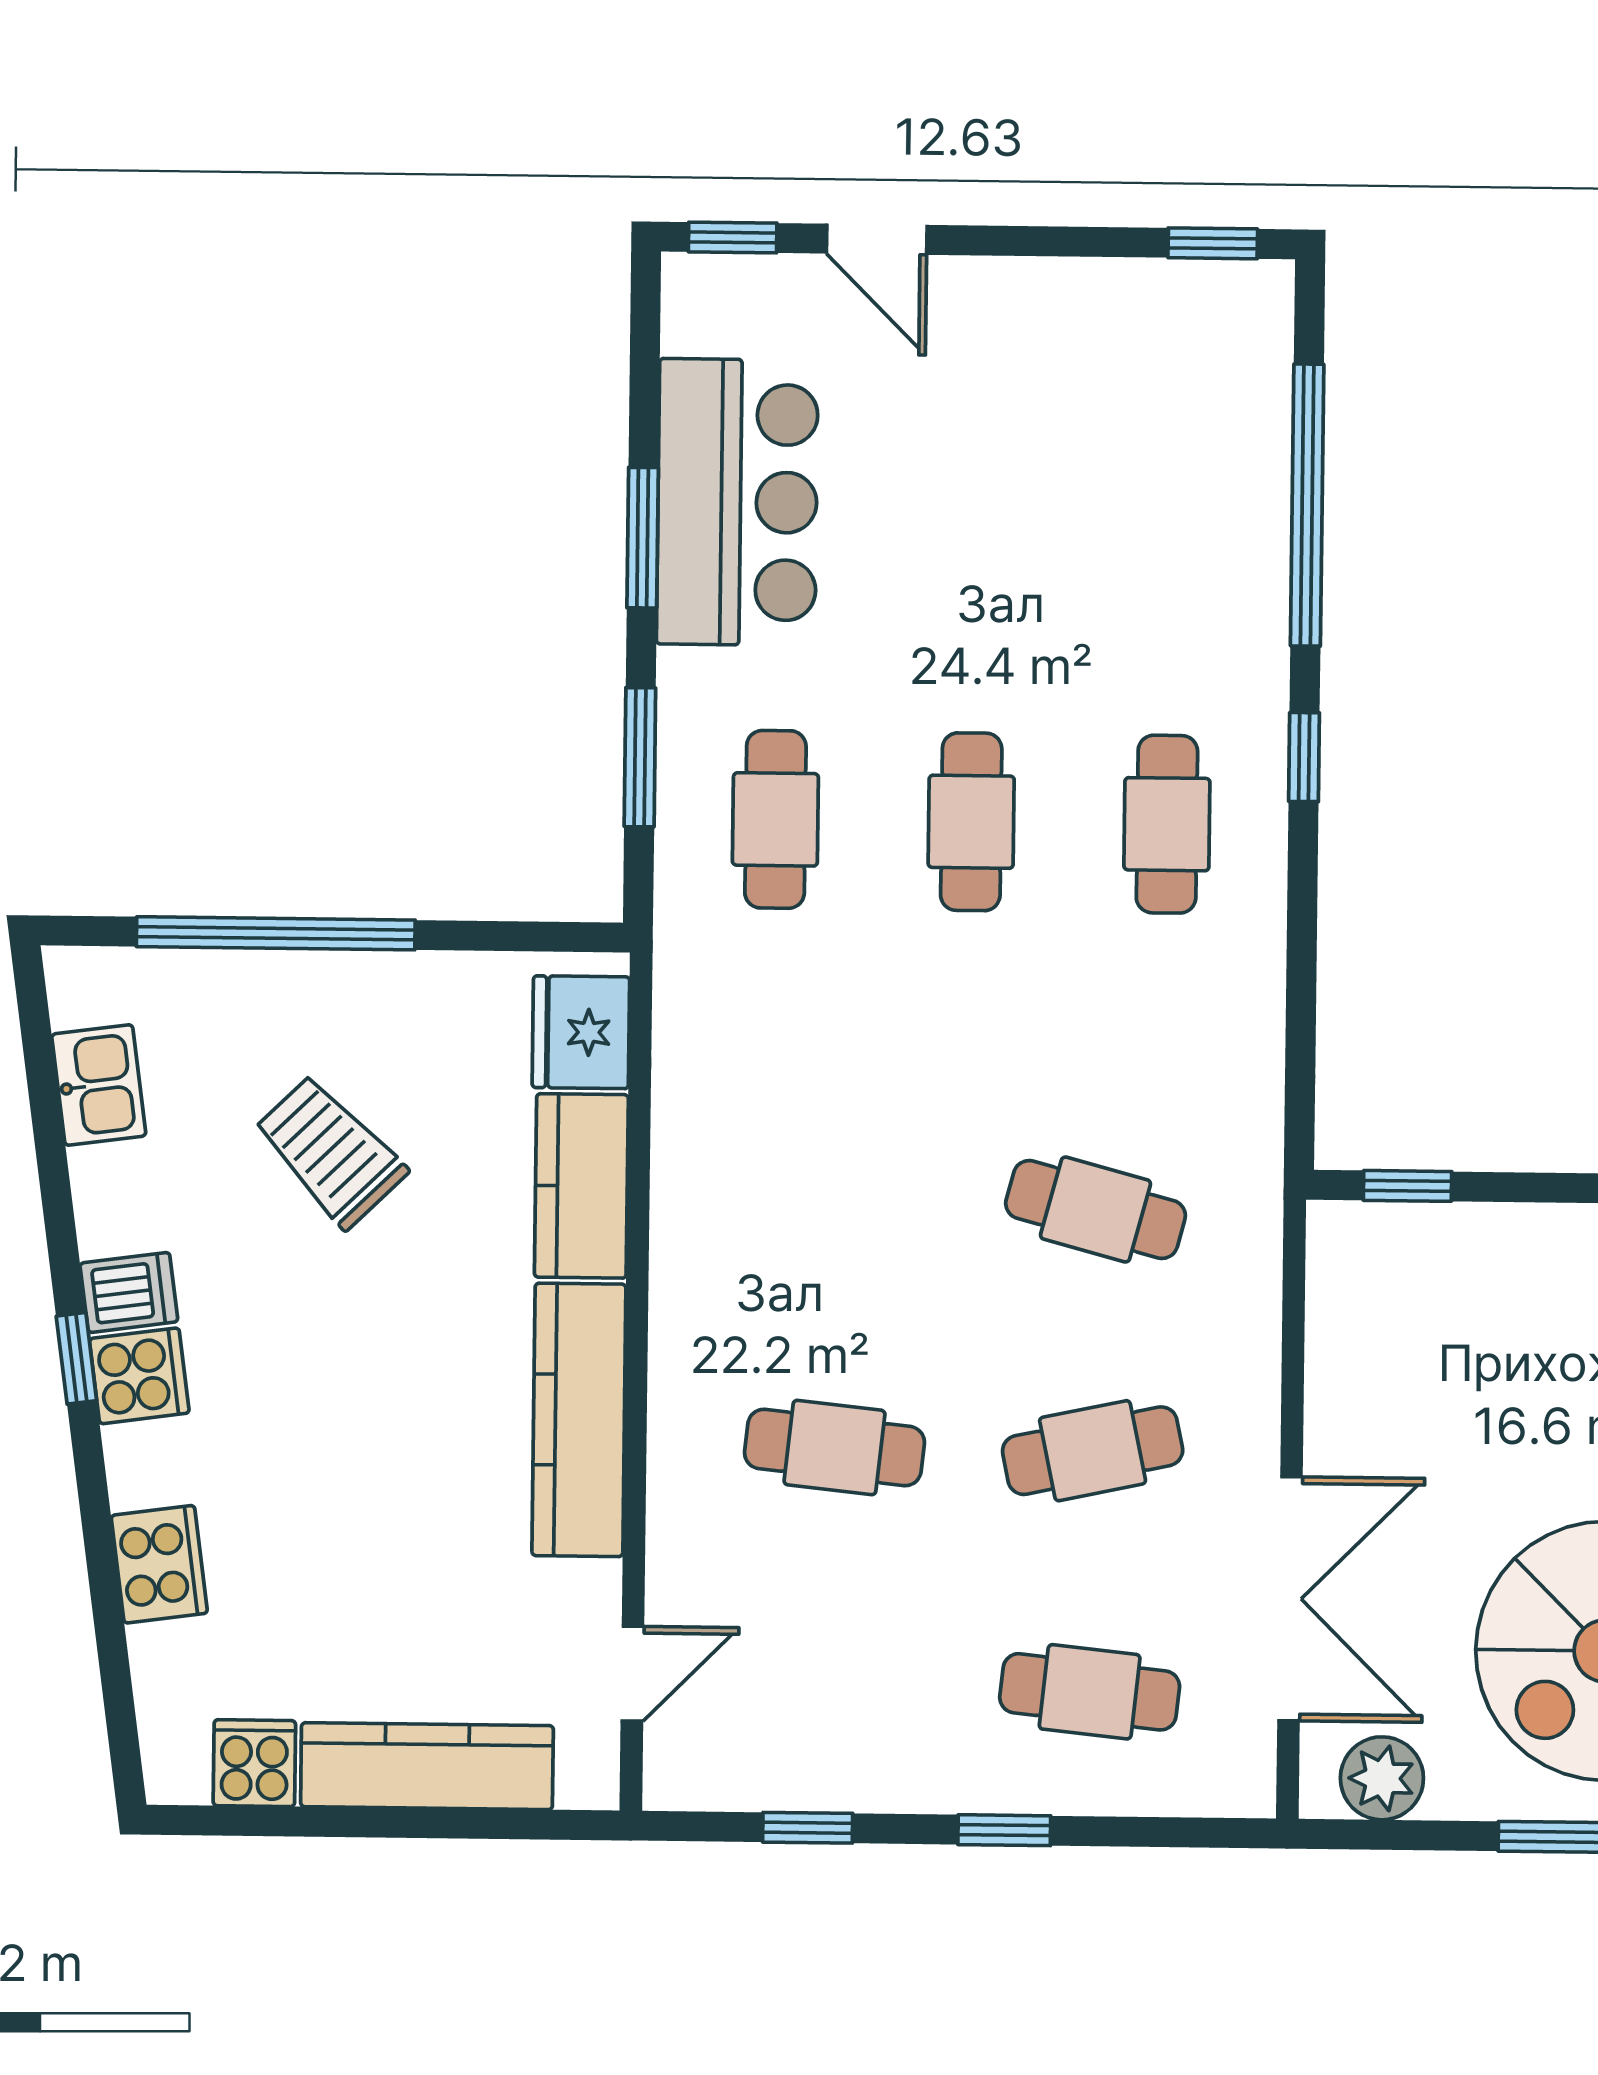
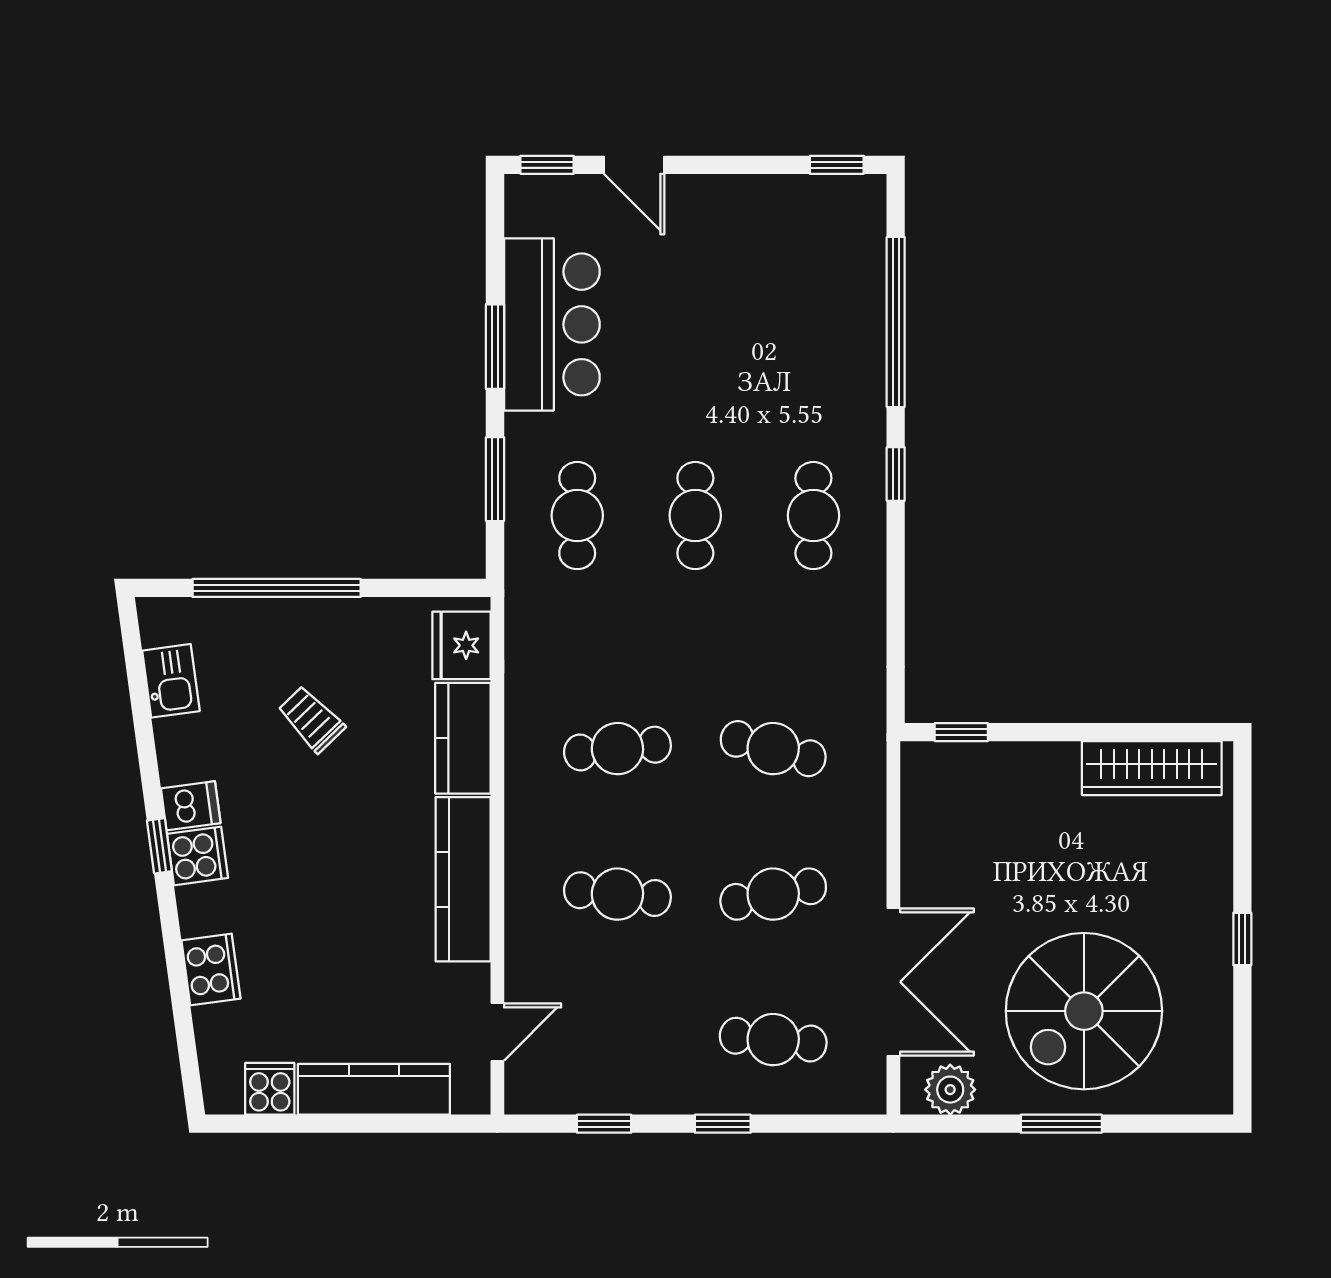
trolley: (331, 1151) -> (311, 719), width x0.73, depth x0.72
cafe table: (837, 1206) -> (617, 749), added

